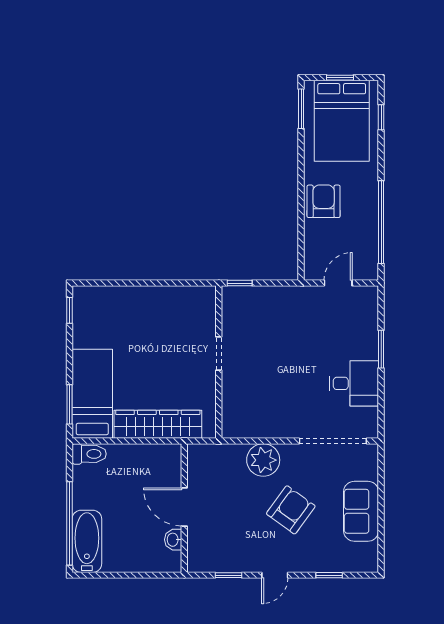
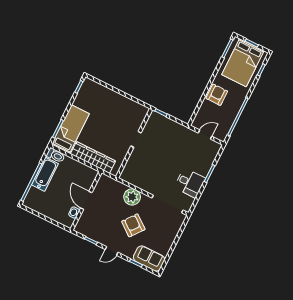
armchair: (291, 510) -> (133, 225), turned -88
sofa: (361, 511) -> (149, 258), moved, turned 90
bathtub: (87, 541) -> (45, 174), moved

